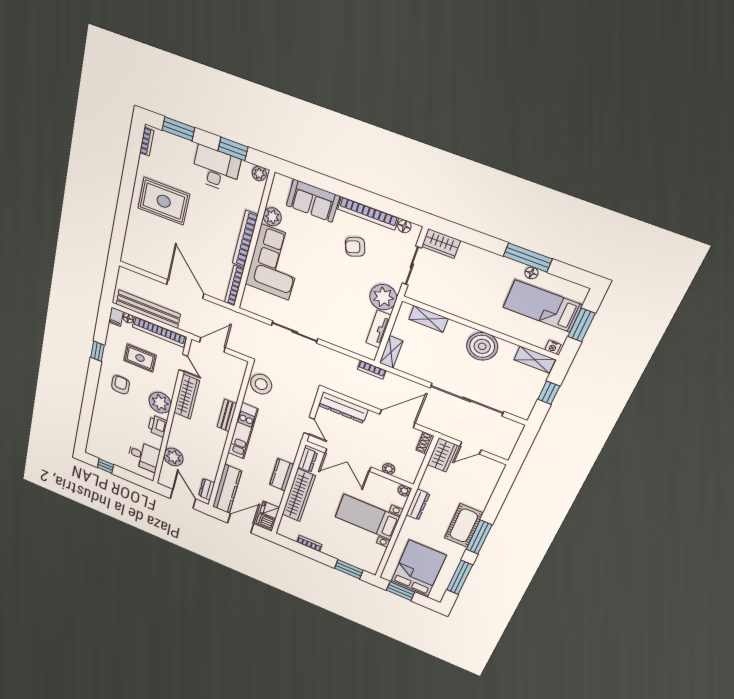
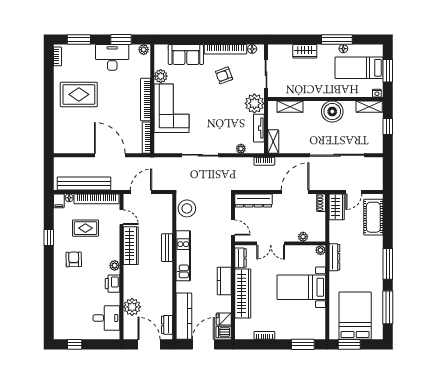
wardrobe: (441, 244) -> (305, 51), moved
plant: (347, 344) -> (241, 149), added
plant: (160, 403) -> (115, 265), width x0.53, depth x0.53
double door: (348, 460) -> (271, 243), width x0.73
cot: (464, 525) -> (373, 217), moved

